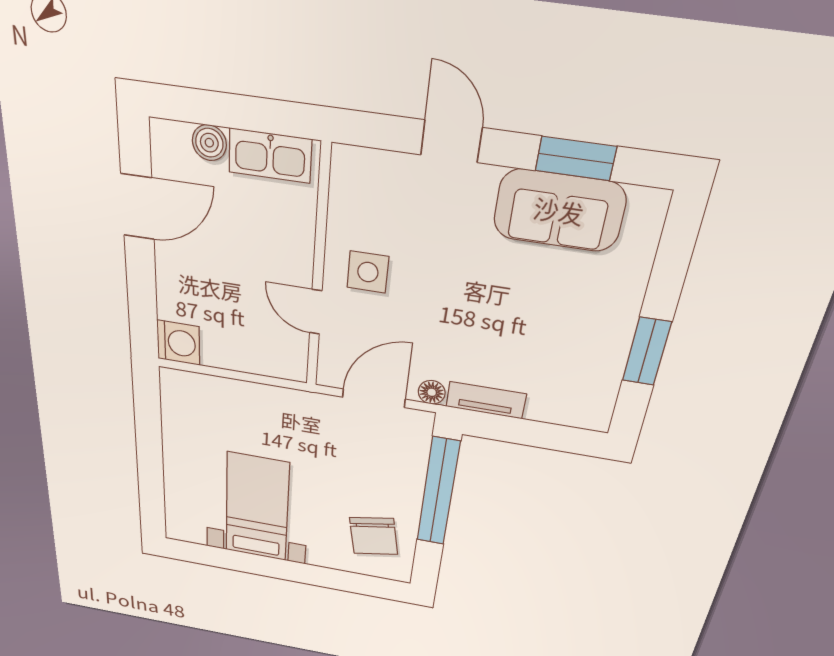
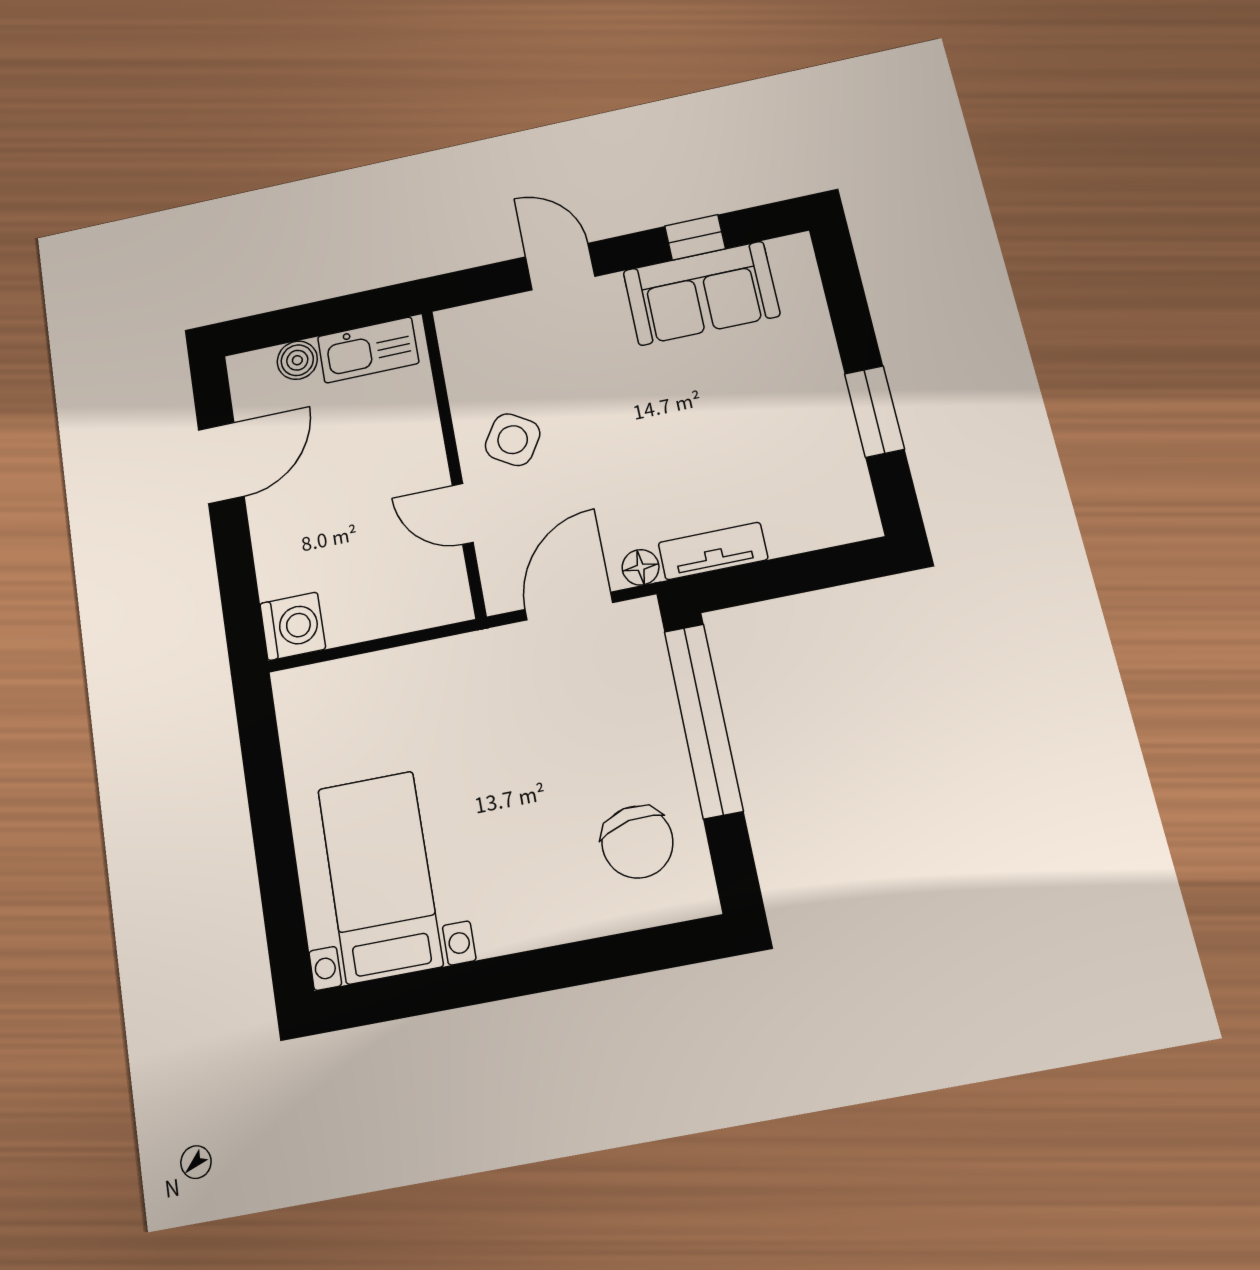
window: (576, 158) -> (695, 237), width x0.67
side table: (368, 272) -> (513, 440), turned 32
bed with nightstands: (257, 508) -> (380, 877), moved

